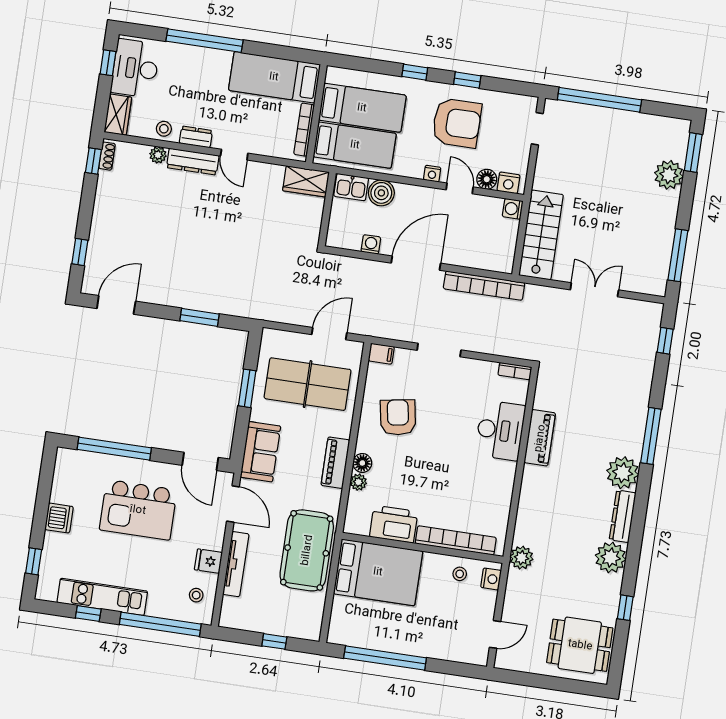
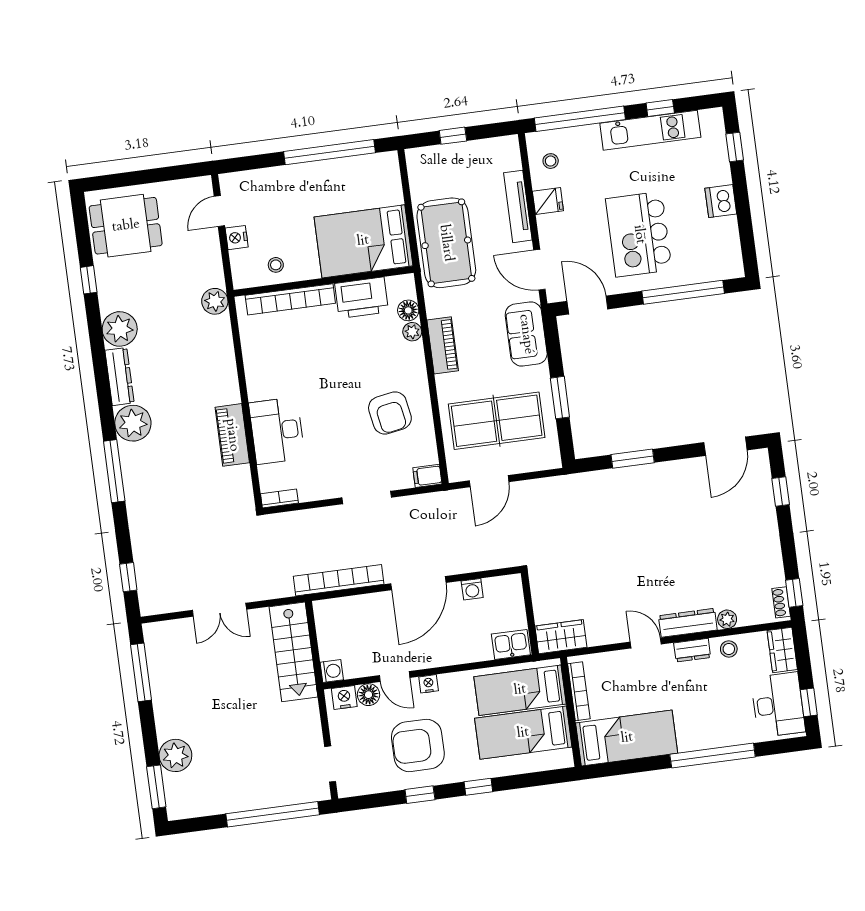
boiler: (381, 193) -> (477, 648), removed
floor lamp: (362, 463) -> (408, 310), moved
kitchen island: (138, 510) -> (639, 234), turned -90
nightstand: (491, 579) -> (237, 238), moved

